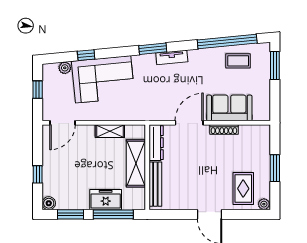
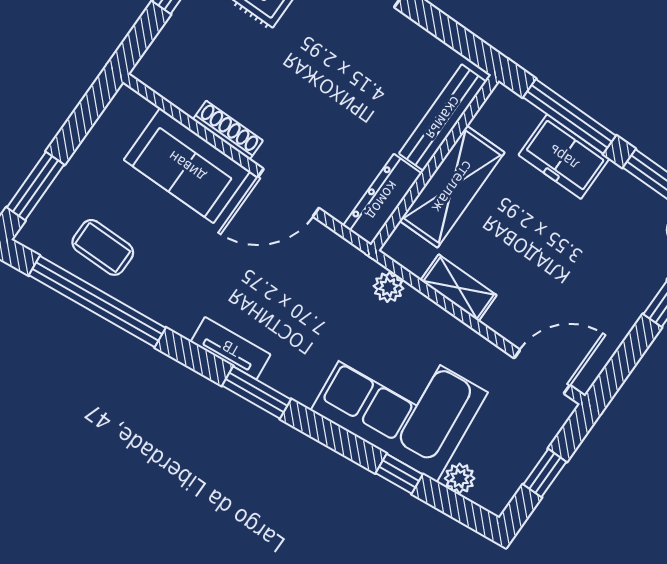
plant: (133, 115) -> (389, 287), added

